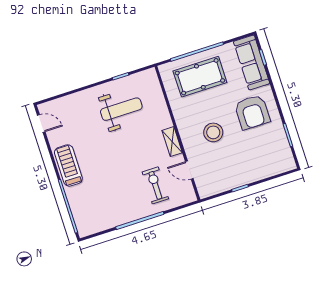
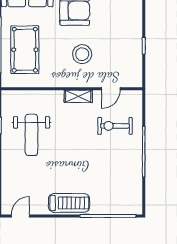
weight bench: (121, 109) -> (31, 135), turned 180
treadmill: (68, 165) -> (69, 203), turned 180

